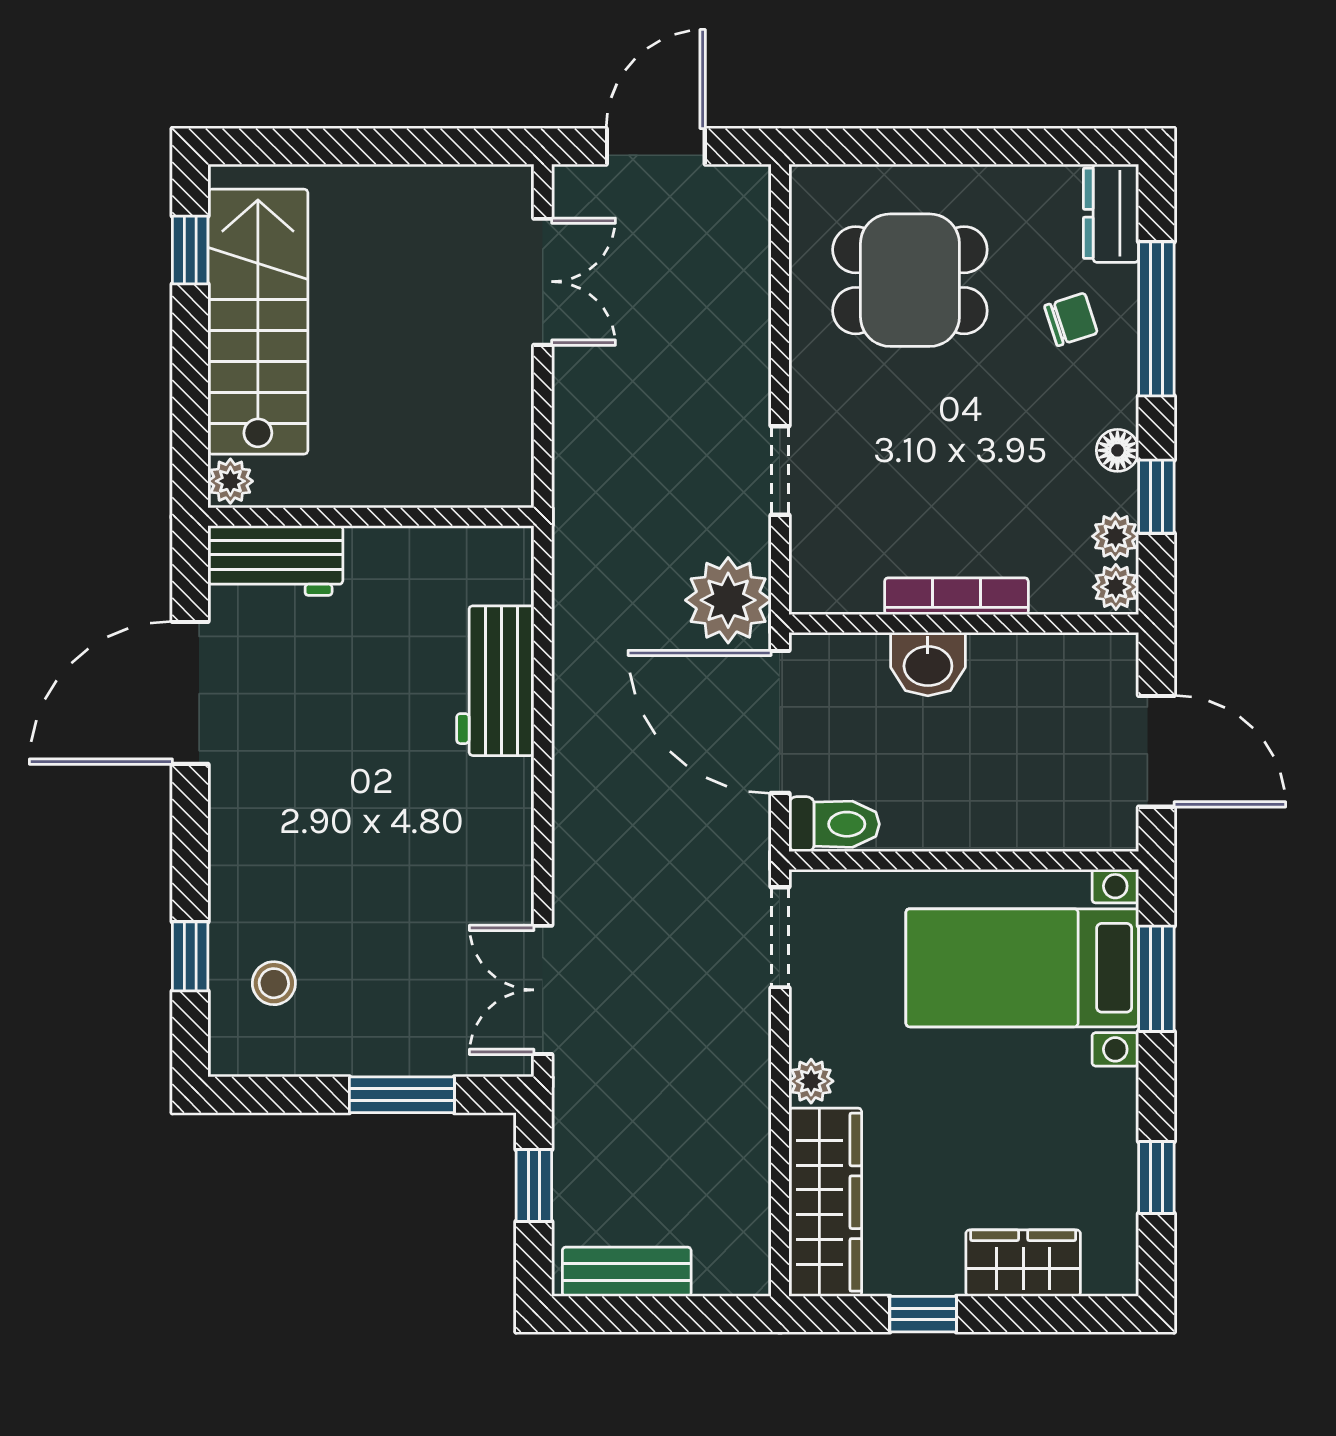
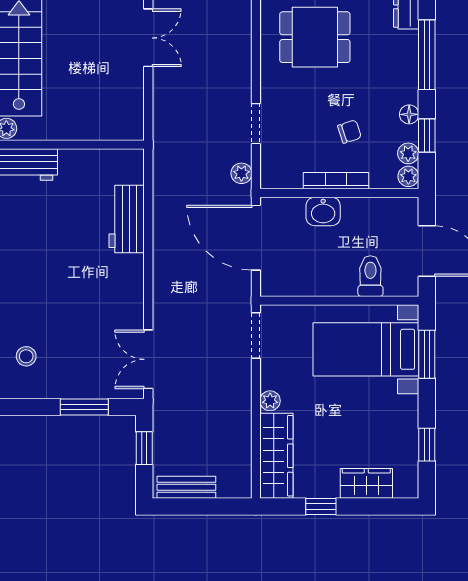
chair: (1071, 319) -> (349, 132), moved
plant: (728, 600) -> (241, 173), width x0.53, depth x0.53
toilet: (834, 824) -> (370, 276), moved, turned -90

